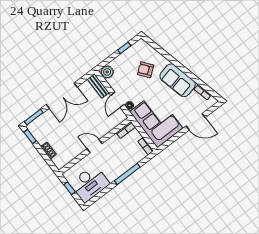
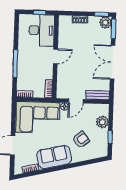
plant: (107, 72) -> (102, 122), moved
door: (117, 100) -> (76, 101), swing flipped
plant: (34, 128) -> (106, 23), added
desk: (90, 184) -> (42, 30), moved, turned 180

